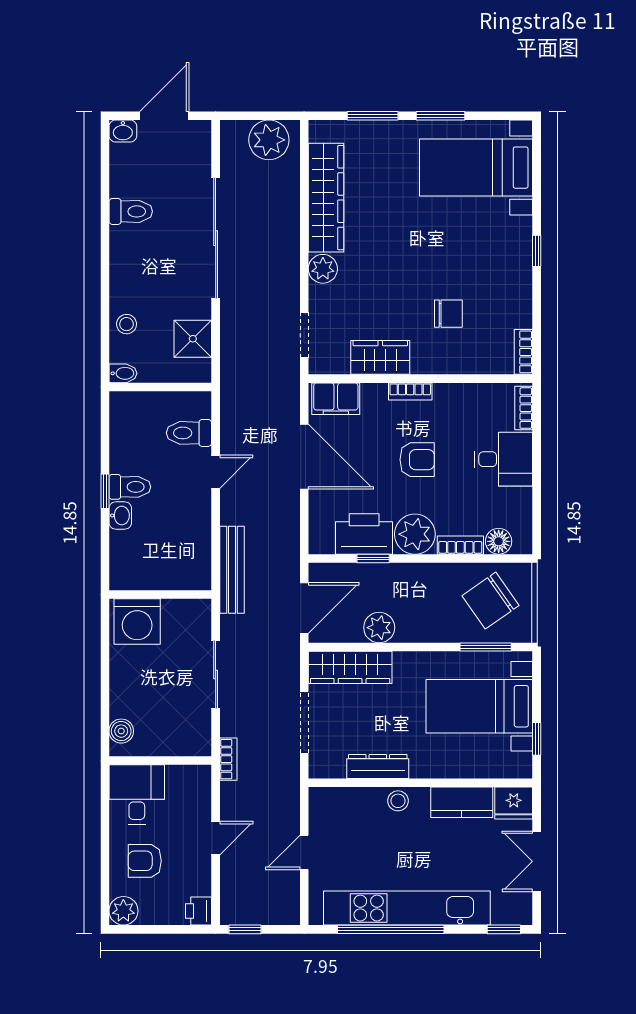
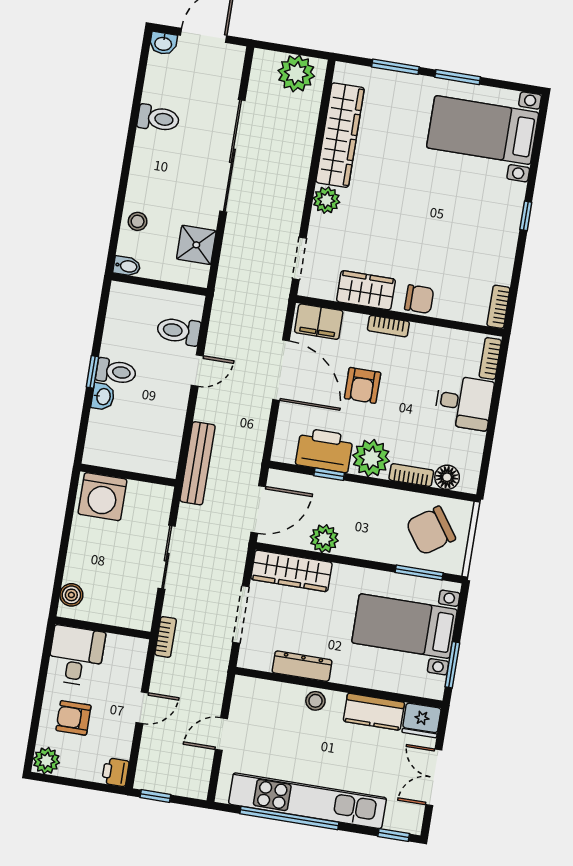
chair: (448, 314) -> (419, 299), moved
armchair: (417, 460) -> (363, 385), moved, turned 90
window: (537, 739) -> (452, 665), width x1.50

